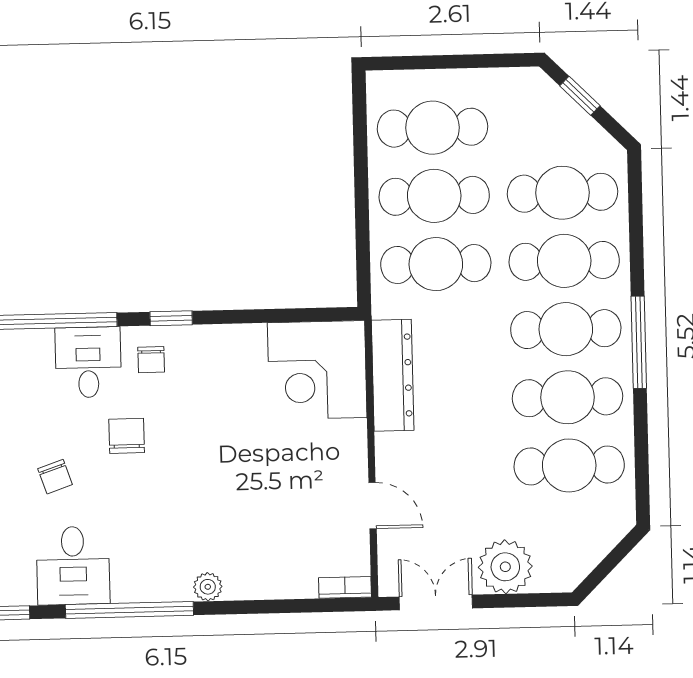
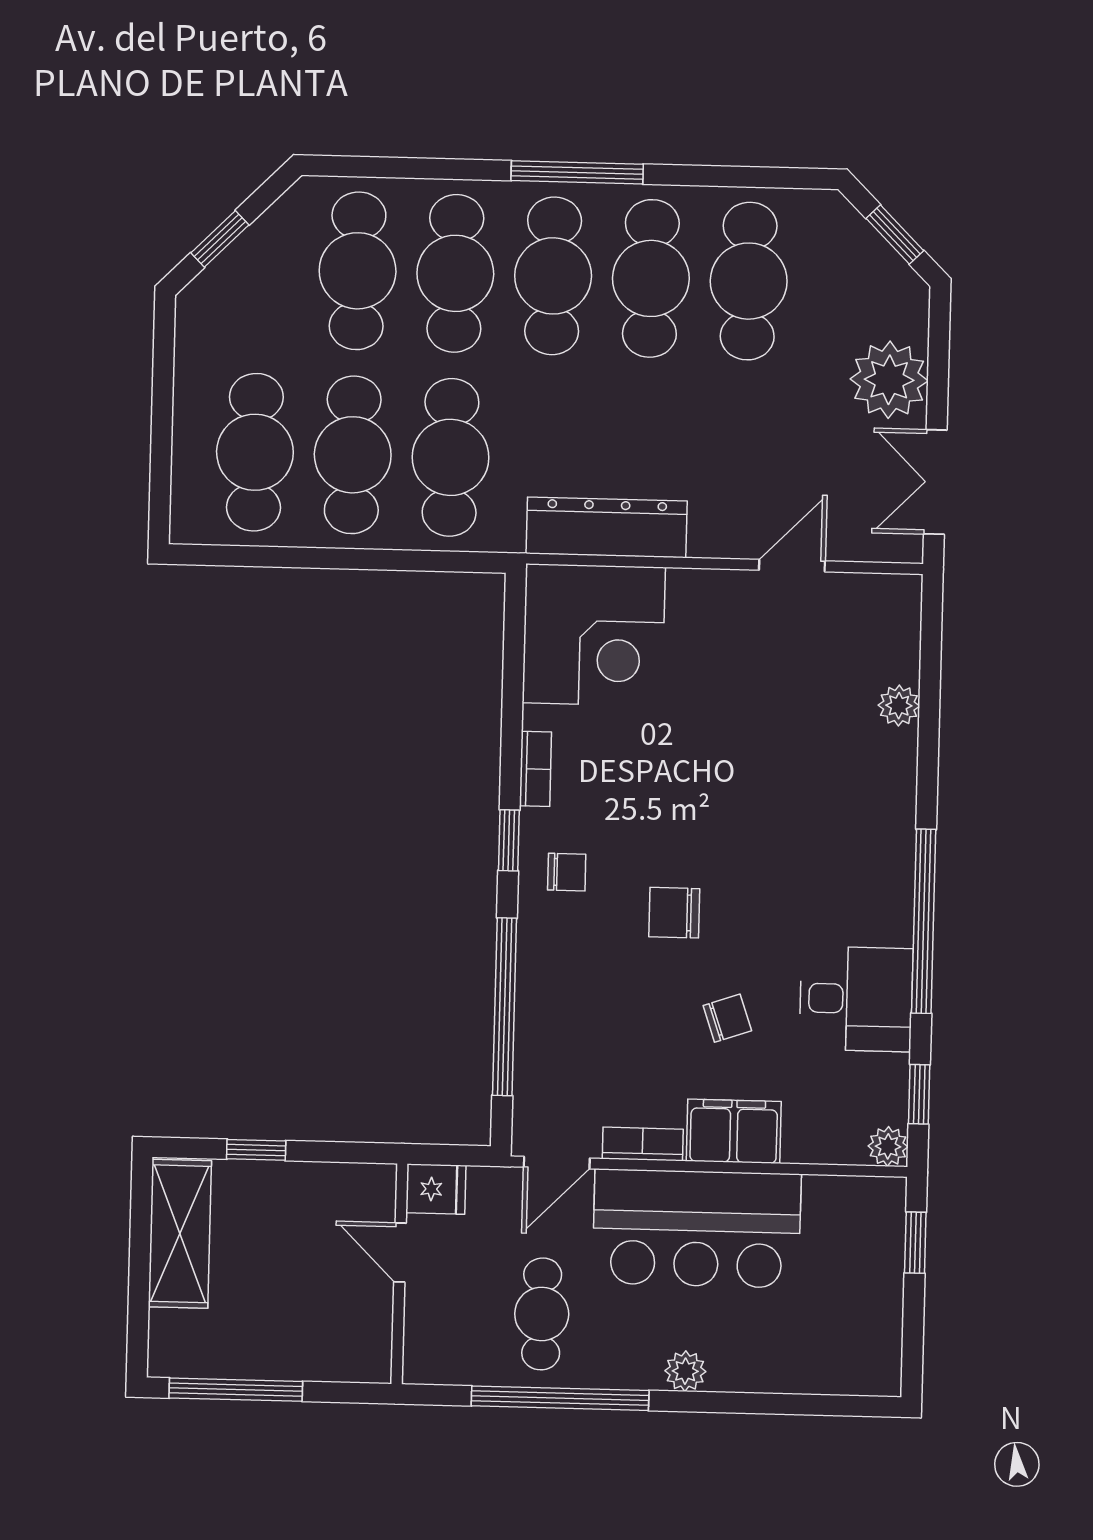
desk: (88, 362) -> (566, 962), removed
window: (607, 566) -> (895, 234), added
plant: (208, 587) -> (899, 706), moved
bookcase: (345, 587) -> (536, 769), moved, turned 180

